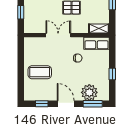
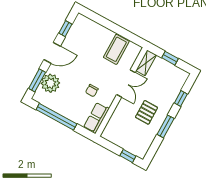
shelving: (99, 28) -> (146, 63), moved
coffee table: (40, 72) -> (116, 49), moved
window: (112, 74) -> (56, 117), width x3.17

